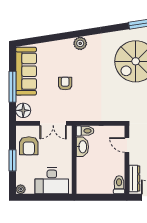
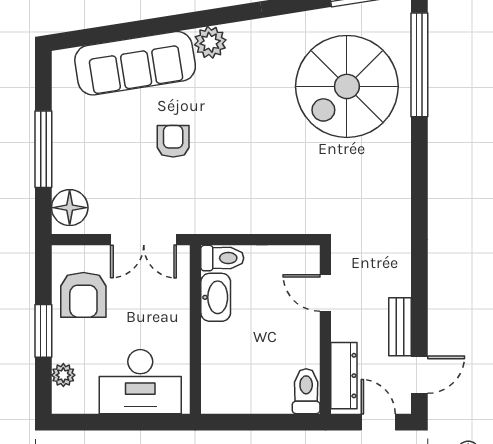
sofa: (26, 71) -> (135, 63), moved, turned 81
plant: (21, 189) -> (63, 375), moved

